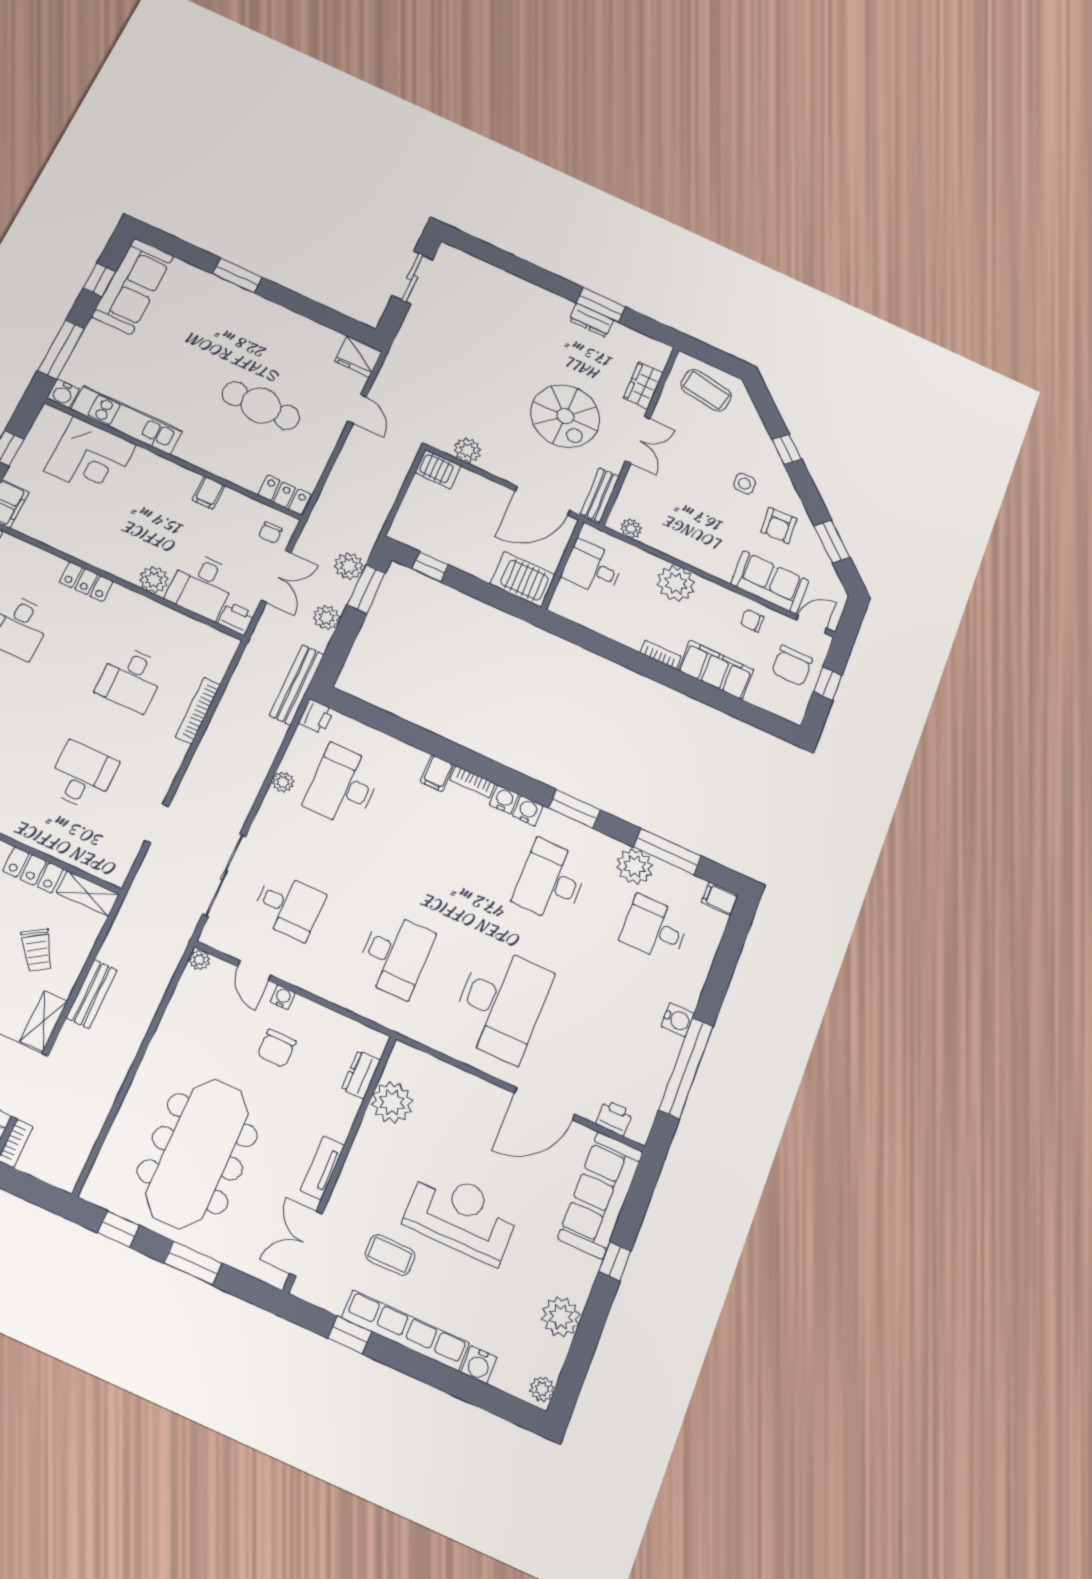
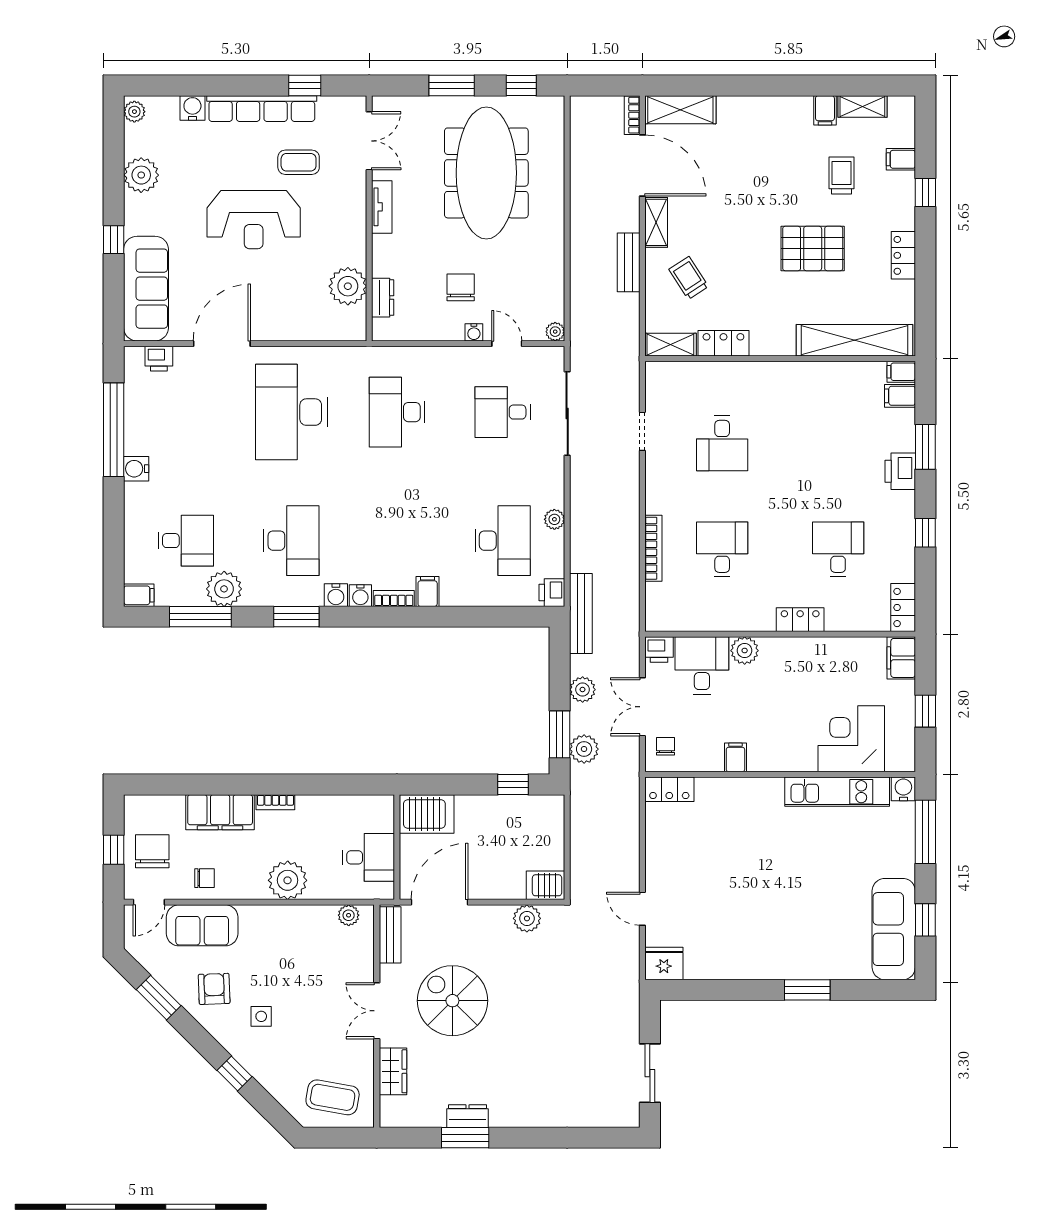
cafe table: (261, 406) -> (728, 867), removed

